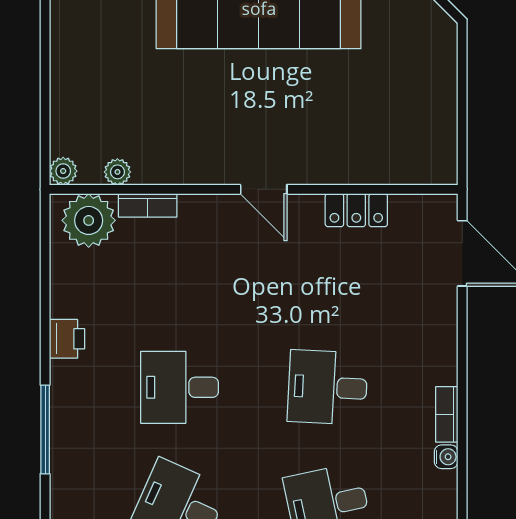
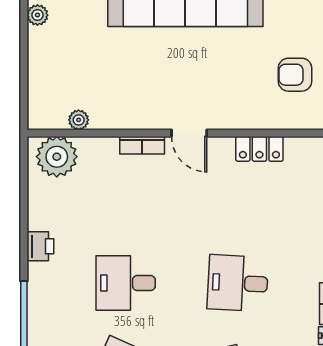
armchair: (403, 112) -> (295, 75), added
plant: (63, 171) -> (37, 15), moved
bookcase: (148, 205) -> (142, 145), moved

